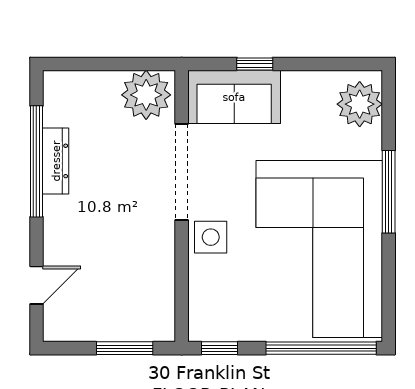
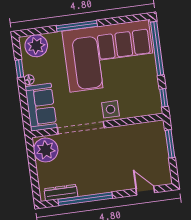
window: (255, 64) -> (19, 69), moved
floor lamp: (293, 80) -> (29, 80), added
dresser: (56, 161) -> (61, 193), moved

